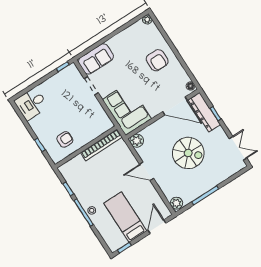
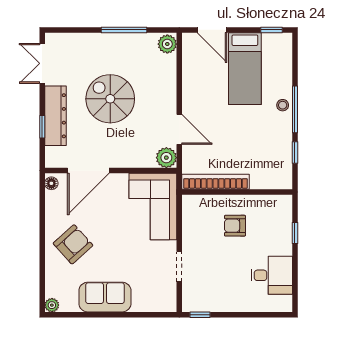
sofa: (96, 59) -> (105, 297), moved
armchair: (157, 60) -> (73, 244), turned 48
desk: (31, 104) -> (272, 275), moved
door: (175, 106) -> (88, 171), swing flipped
dresser: (204, 112) -> (56, 116), moved
armchair: (65, 139) -> (235, 226), moved
door: (147, 171) -> (179, 129), moved
door: (157, 227) -> (212, 30), hinge flipped

